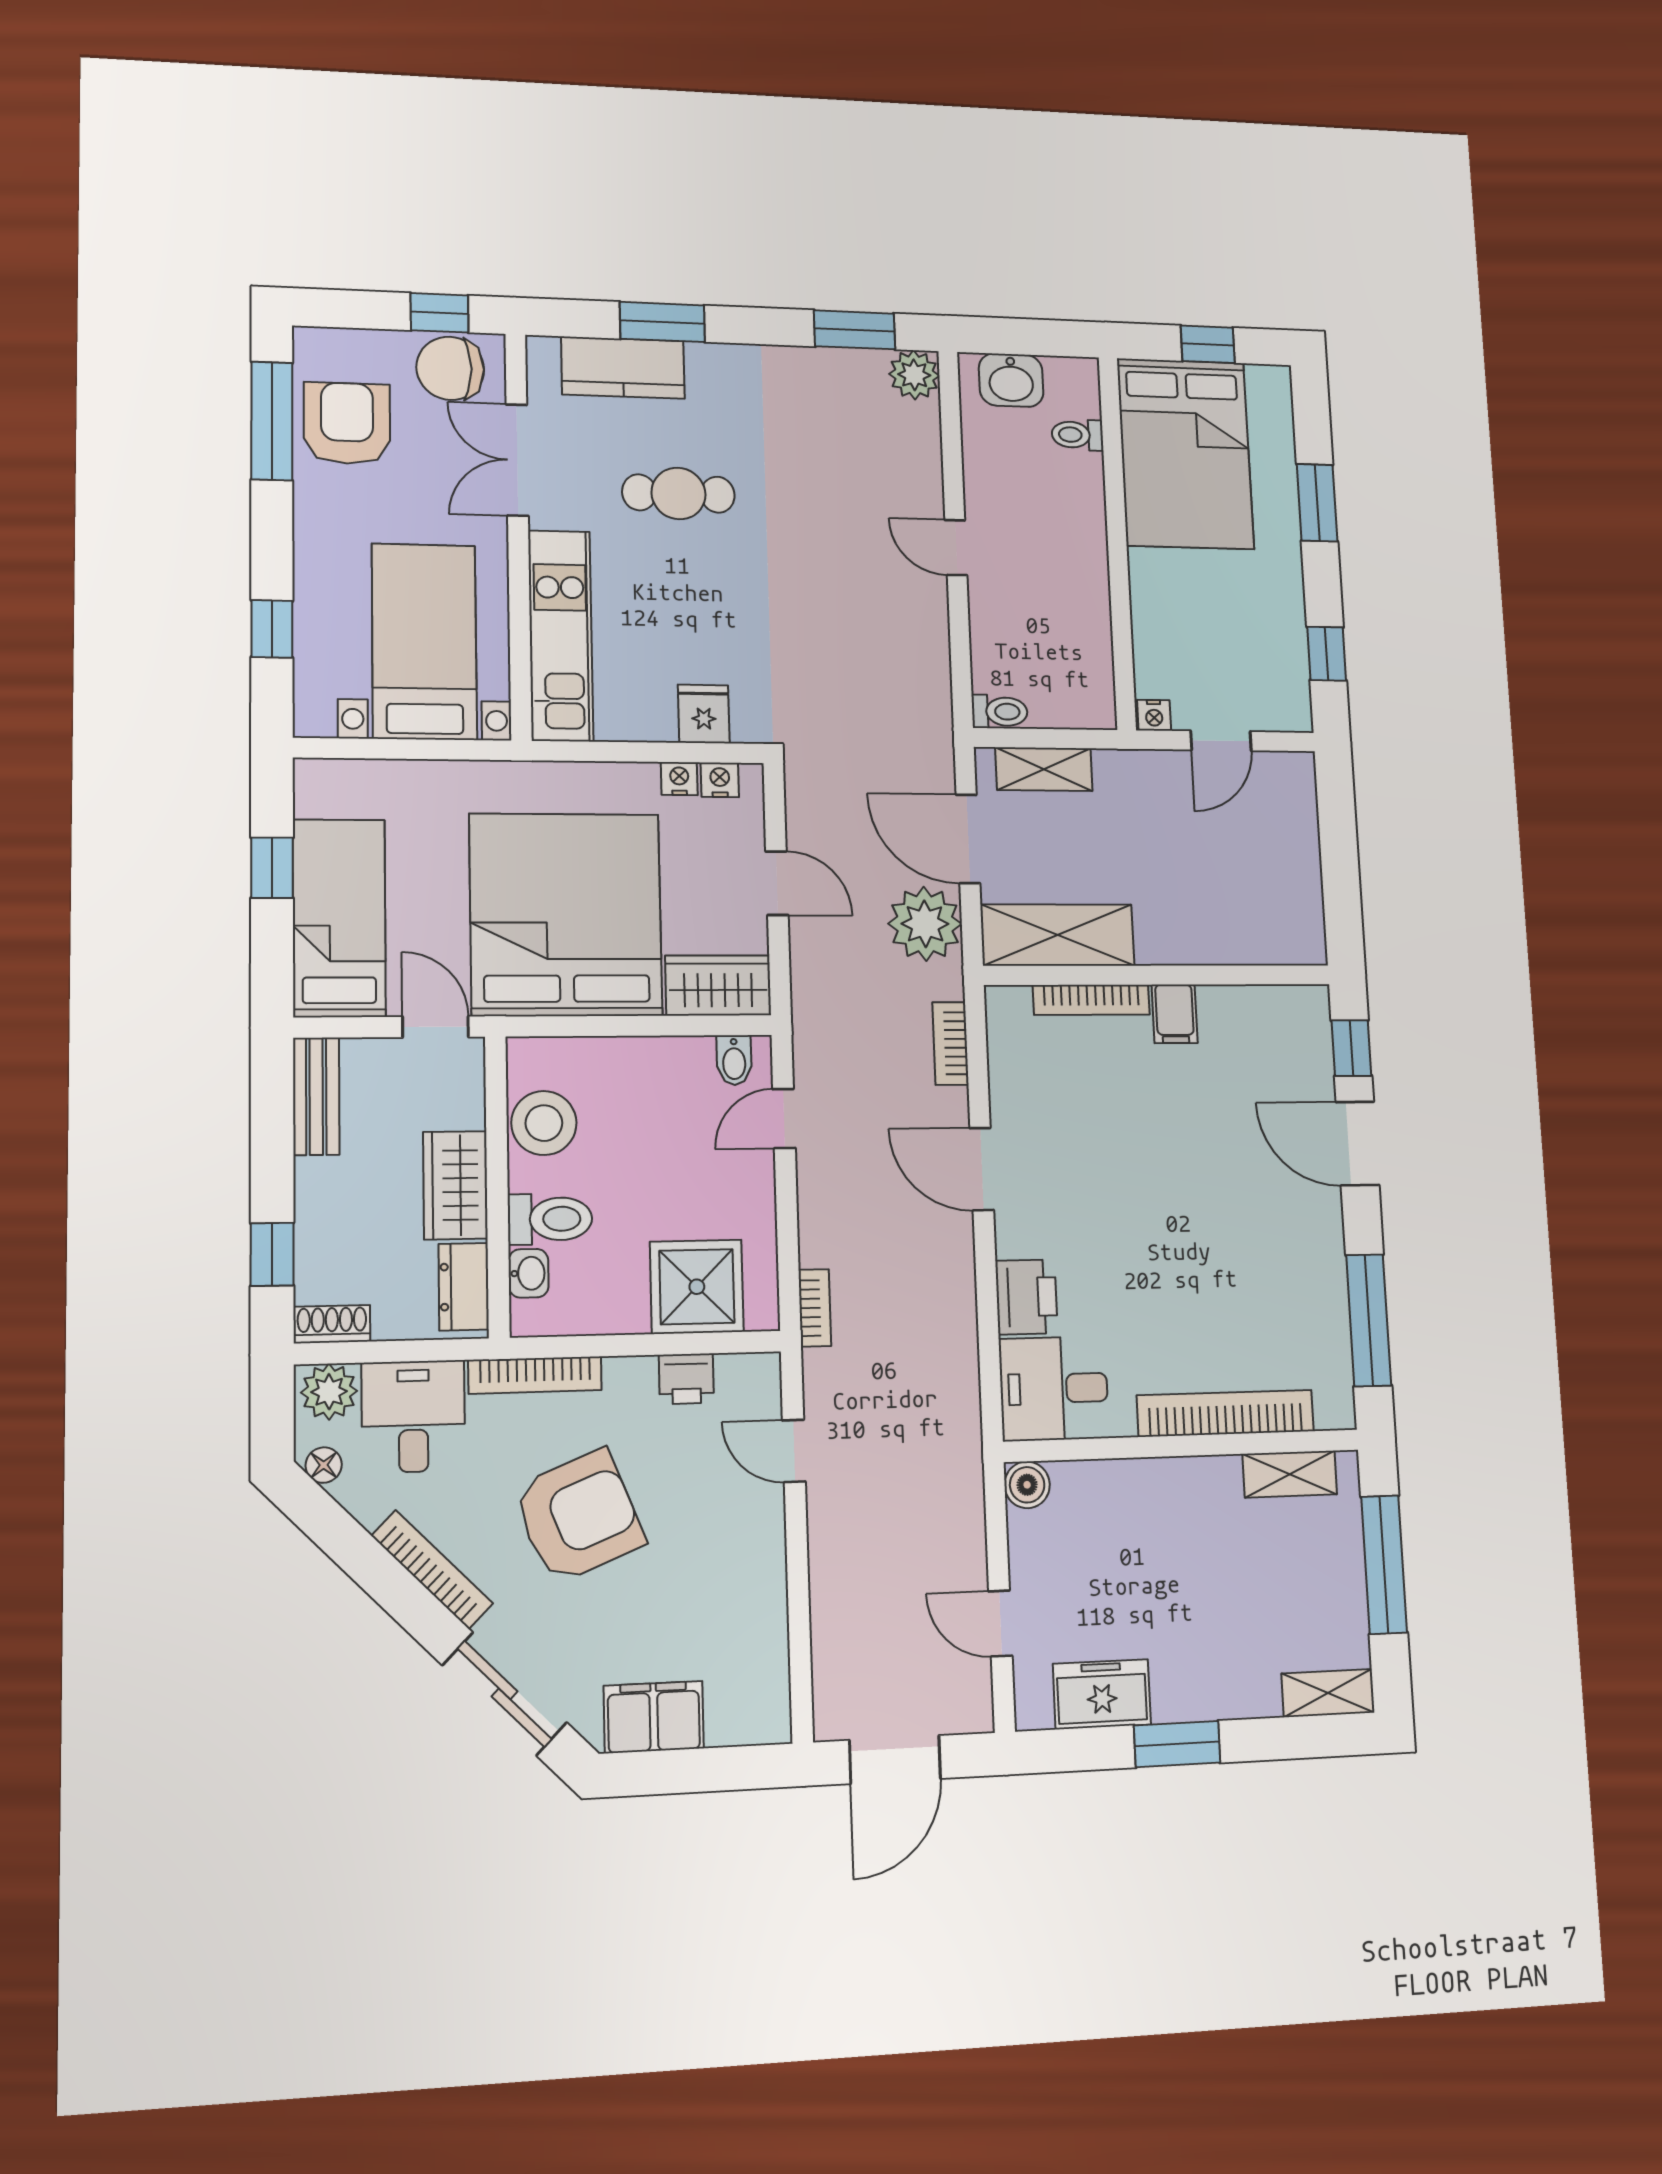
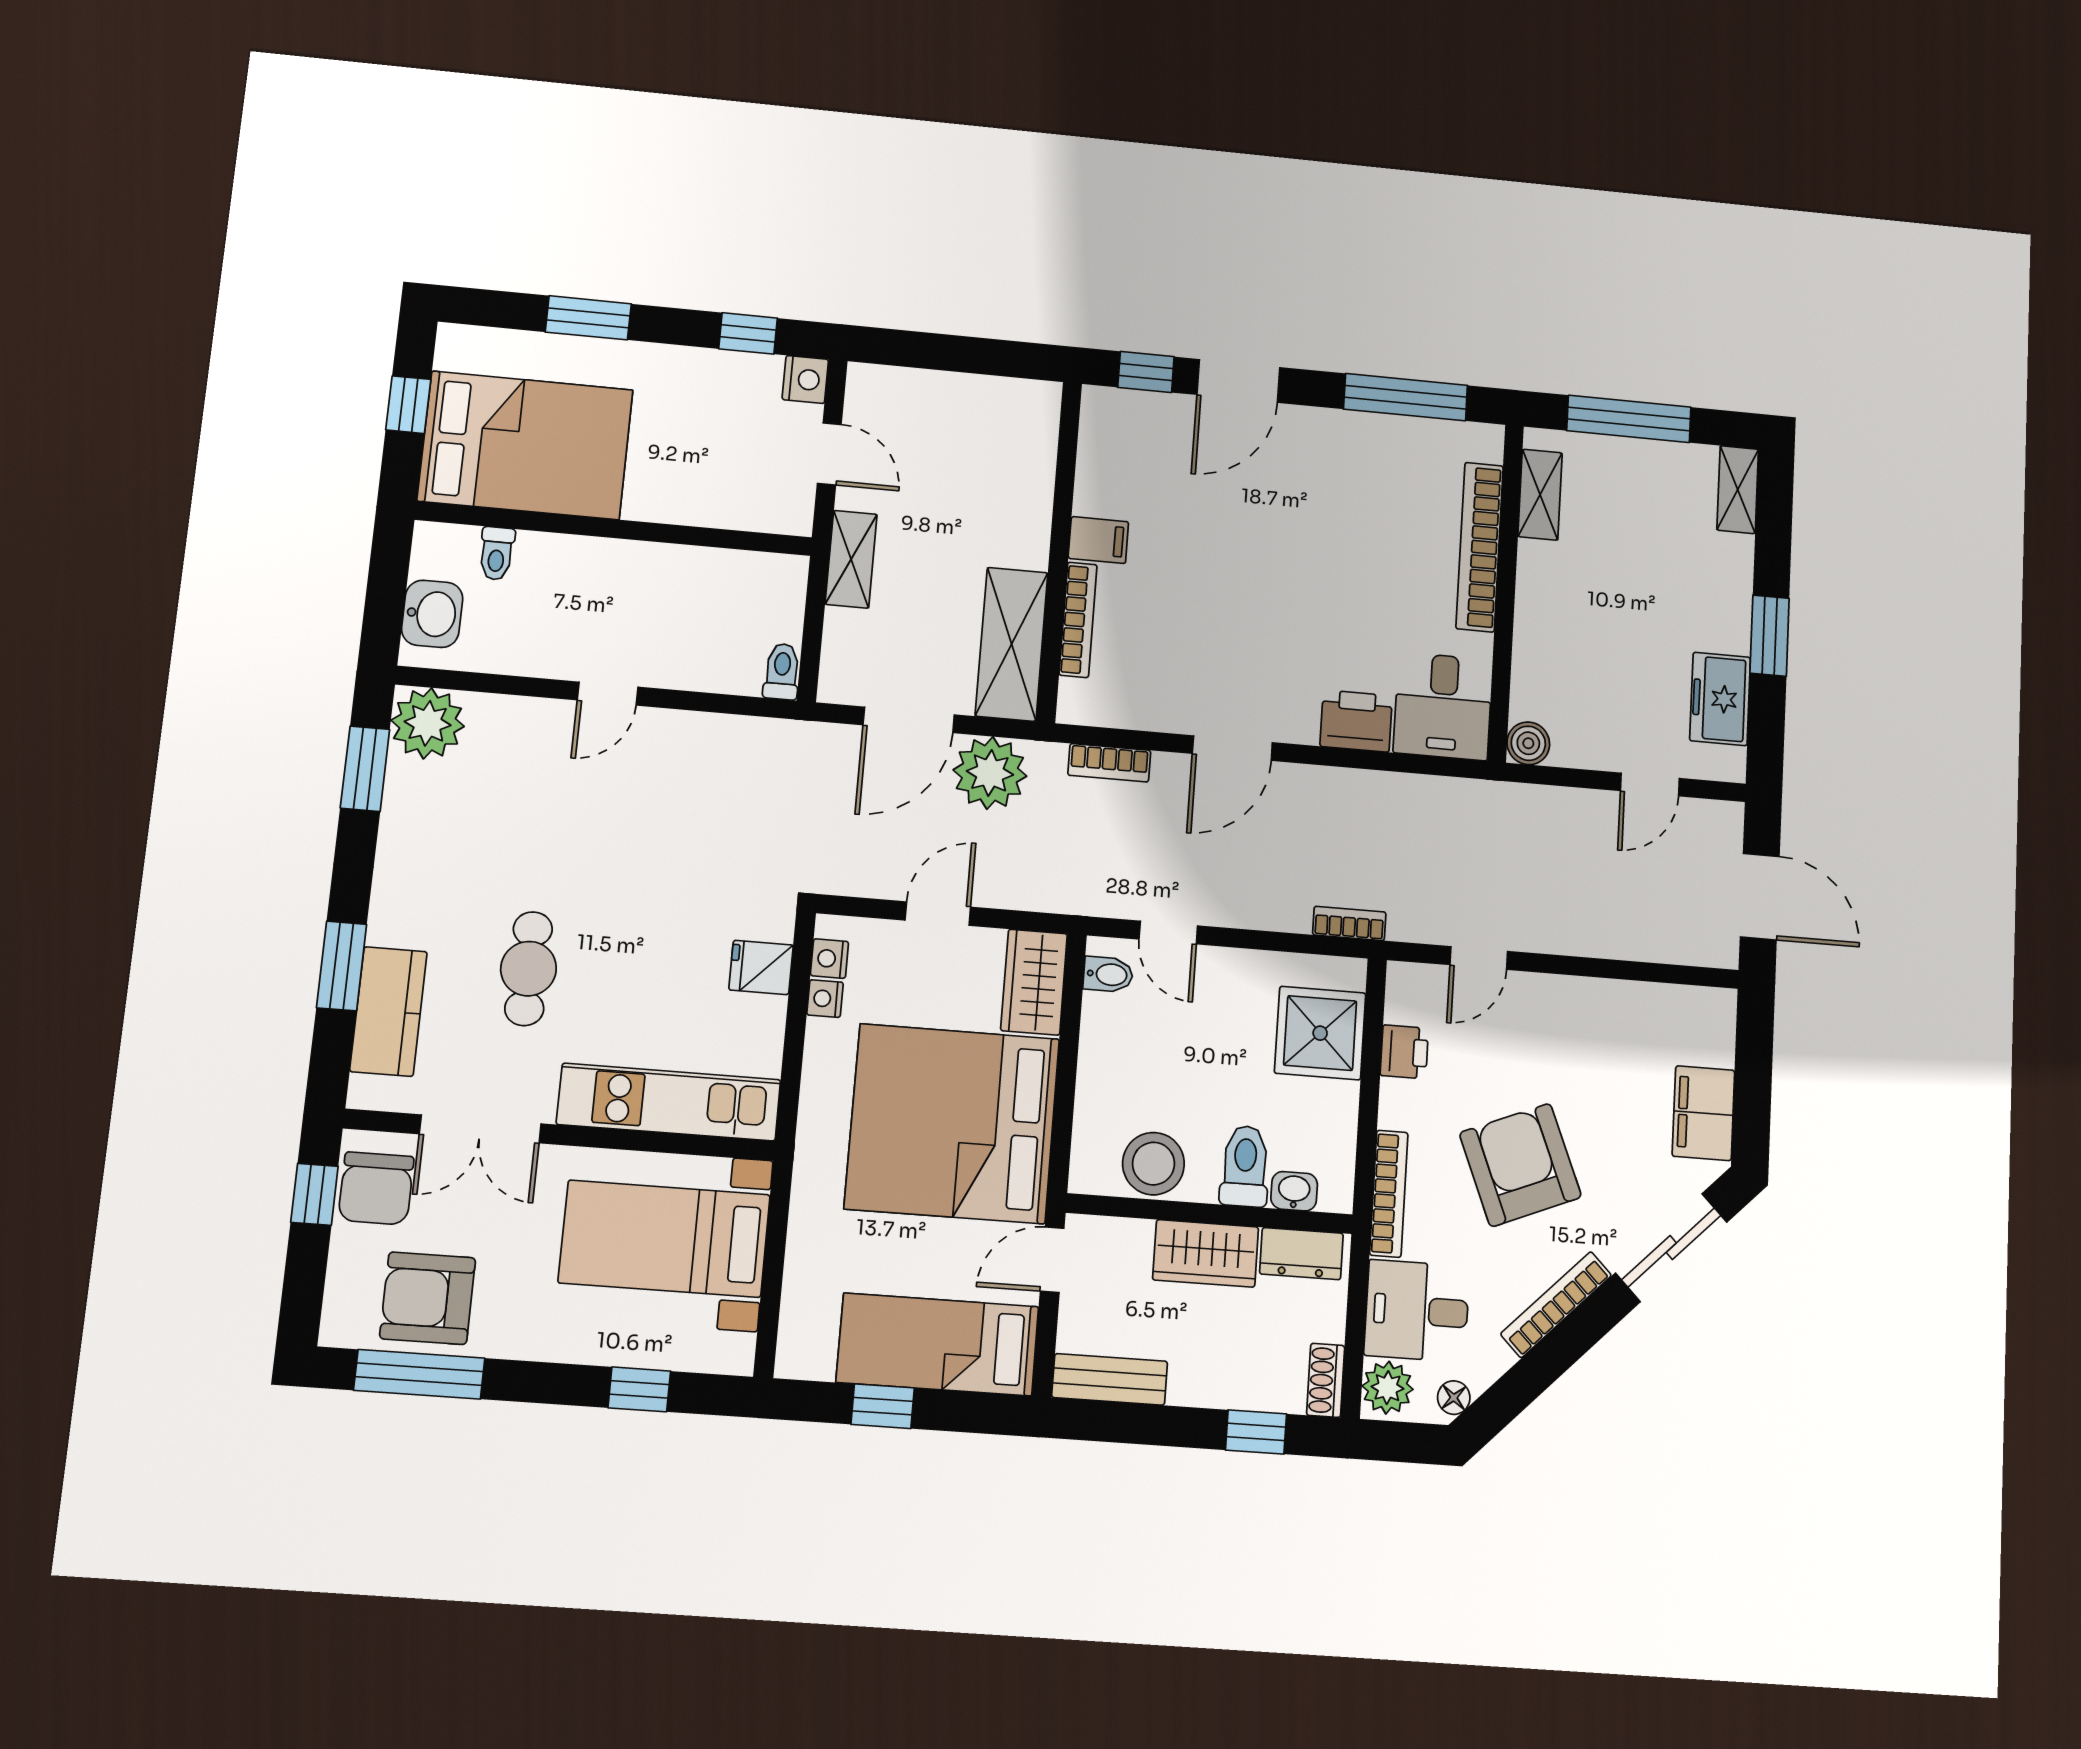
plant: (914, 375) -> (428, 723), width x1.36, depth x1.36
nightstand: (1154, 715) -> (805, 379), moved, width x1.39, depth x1.35
shelving: (1044, 769) -> (851, 559), moved

